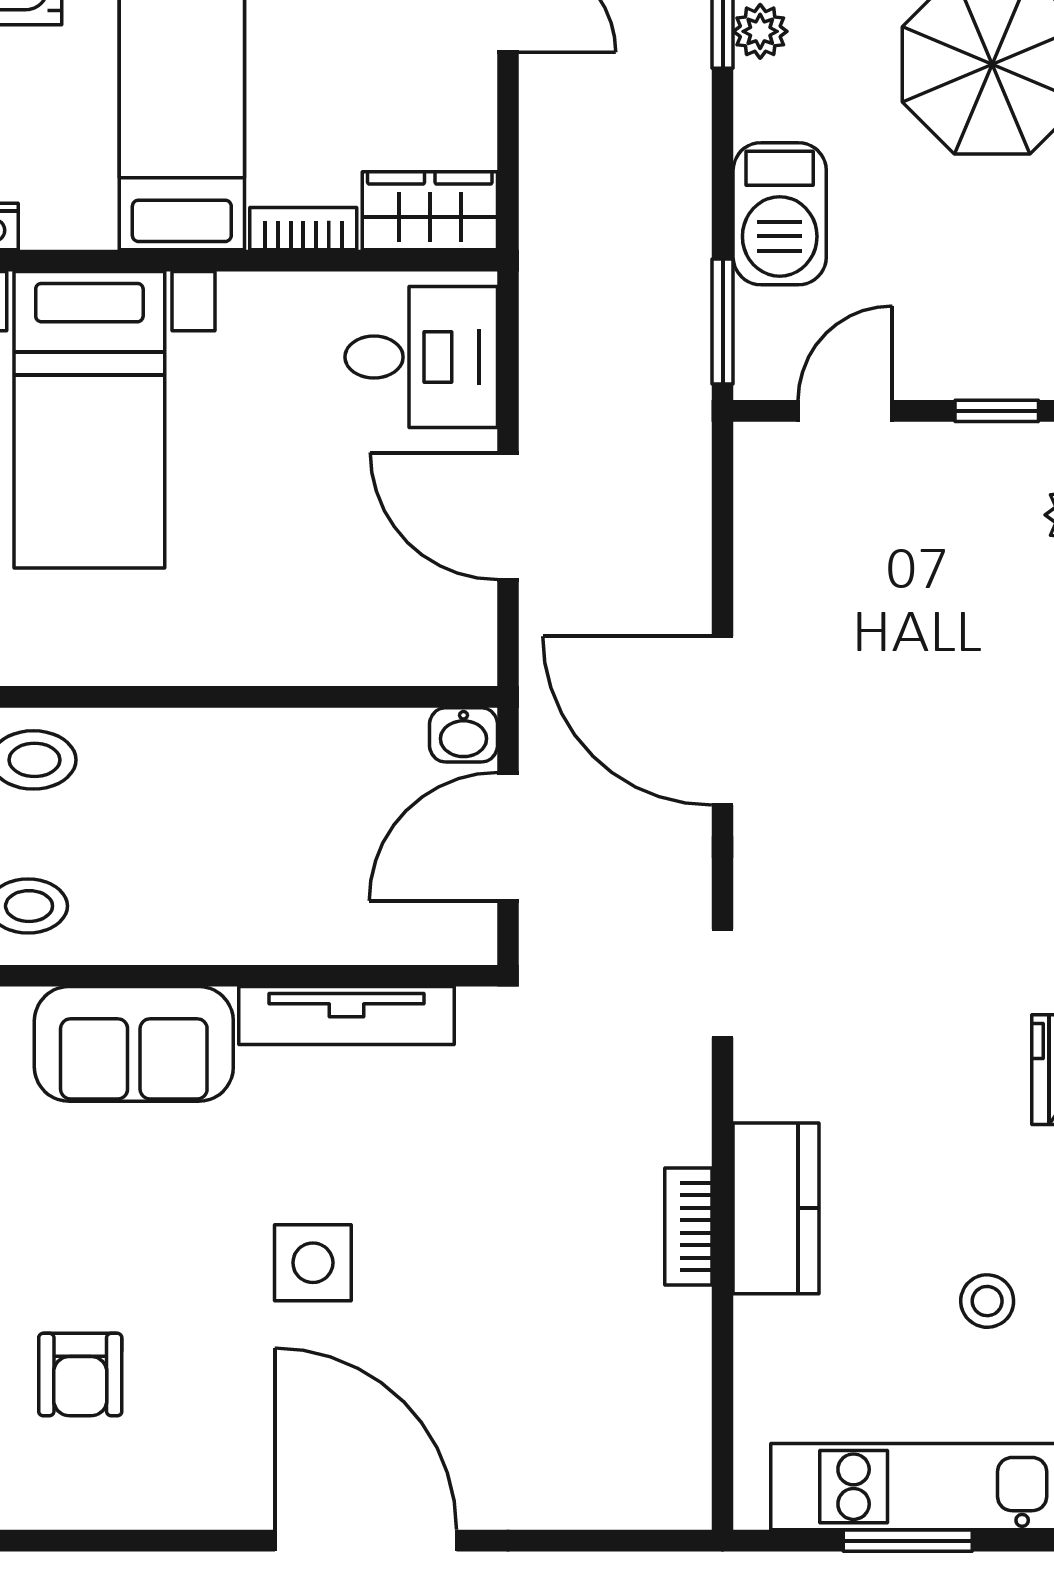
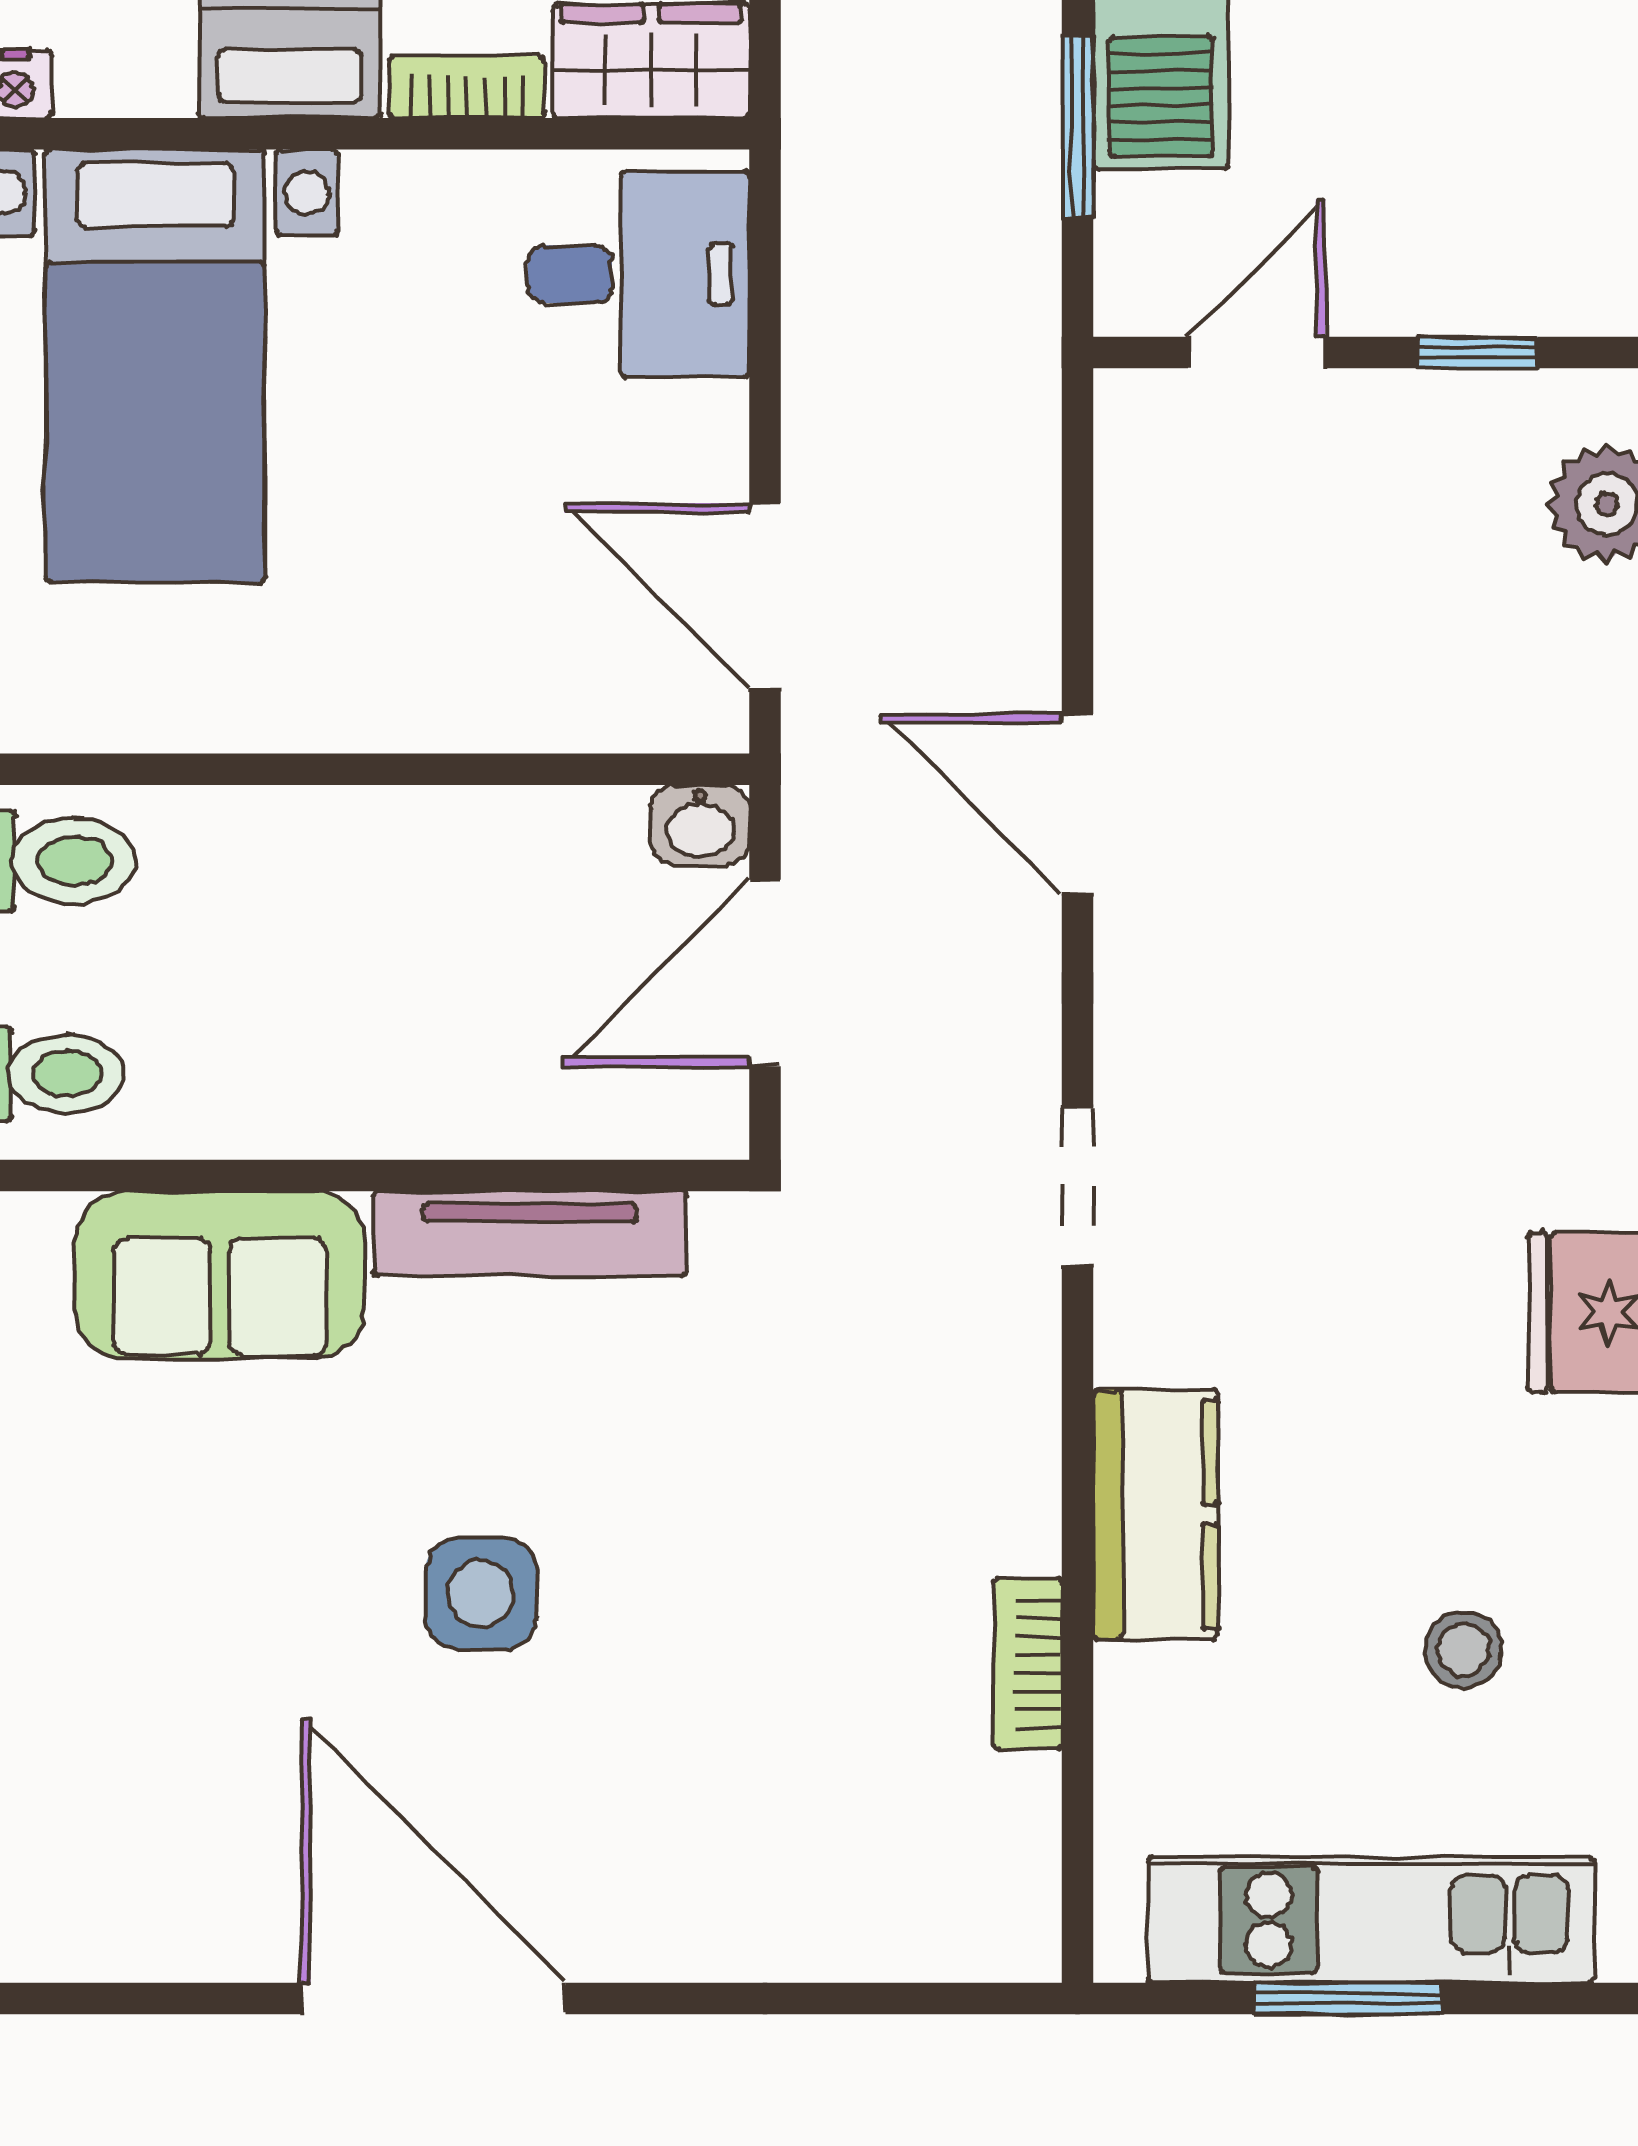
window: (723, 322) -> (1078, 127), moved
door: (508, 516) -> (765, 596), moved
door: (723, 721) -> (1078, 804), width x0.73
bookcase: (688, 1227) -> (1028, 1664), moved
armchair: (80, 1375) -> (142, 1757), removed
door: (366, 1541) -> (433, 1998), moved

